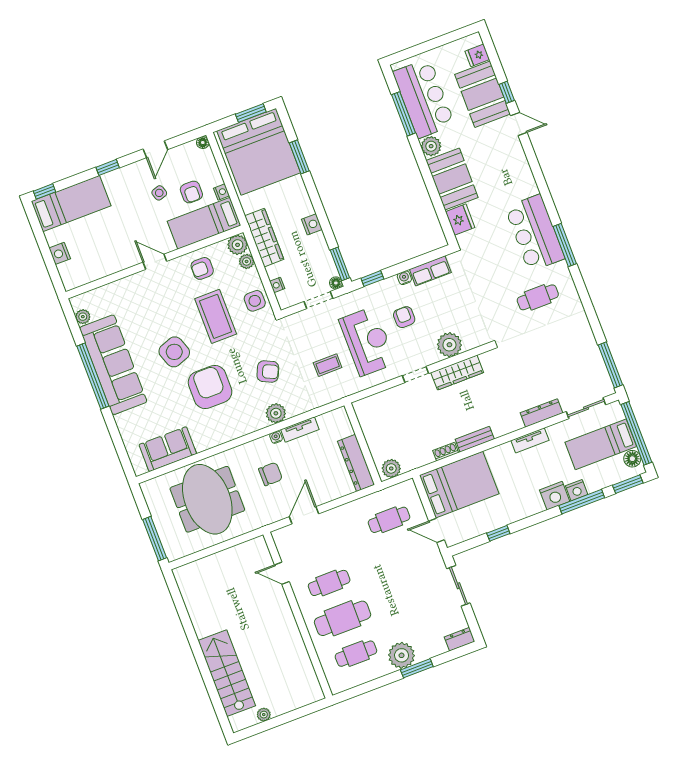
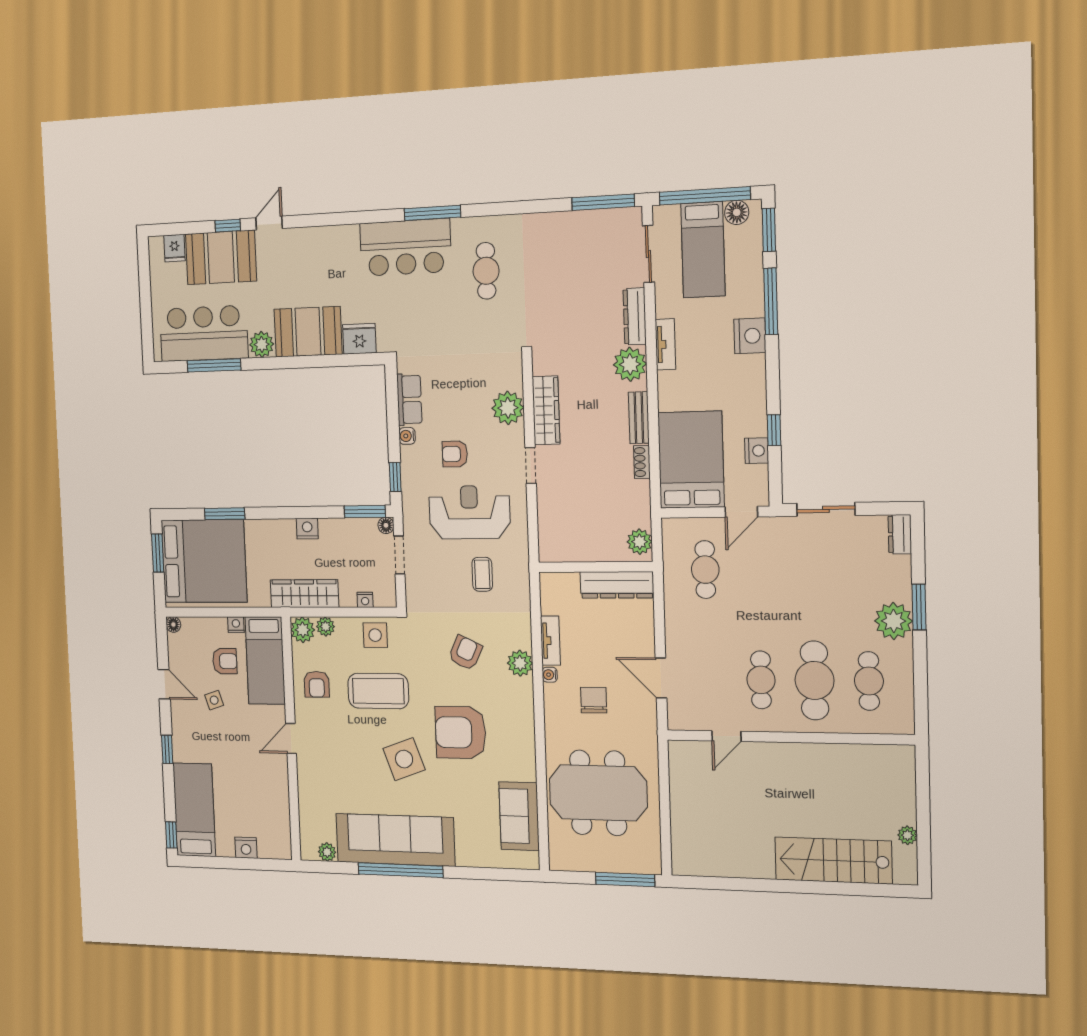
plant: (508, 421) -> (630, 364), added
nightstand: (577, 490) -> (757, 451), moved

